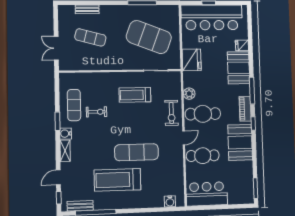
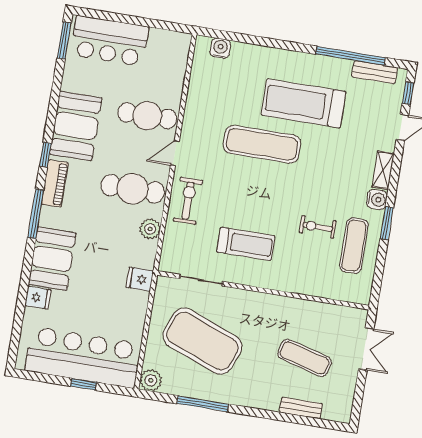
plant: (173, 11) -> (151, 380), added
fridge: (192, 60) -> (140, 279), width x0.53, depth x0.75
treadmill: (117, 180) -> (304, 103), turned 180
bar counter: (207, 194) -> (110, 41), moved

